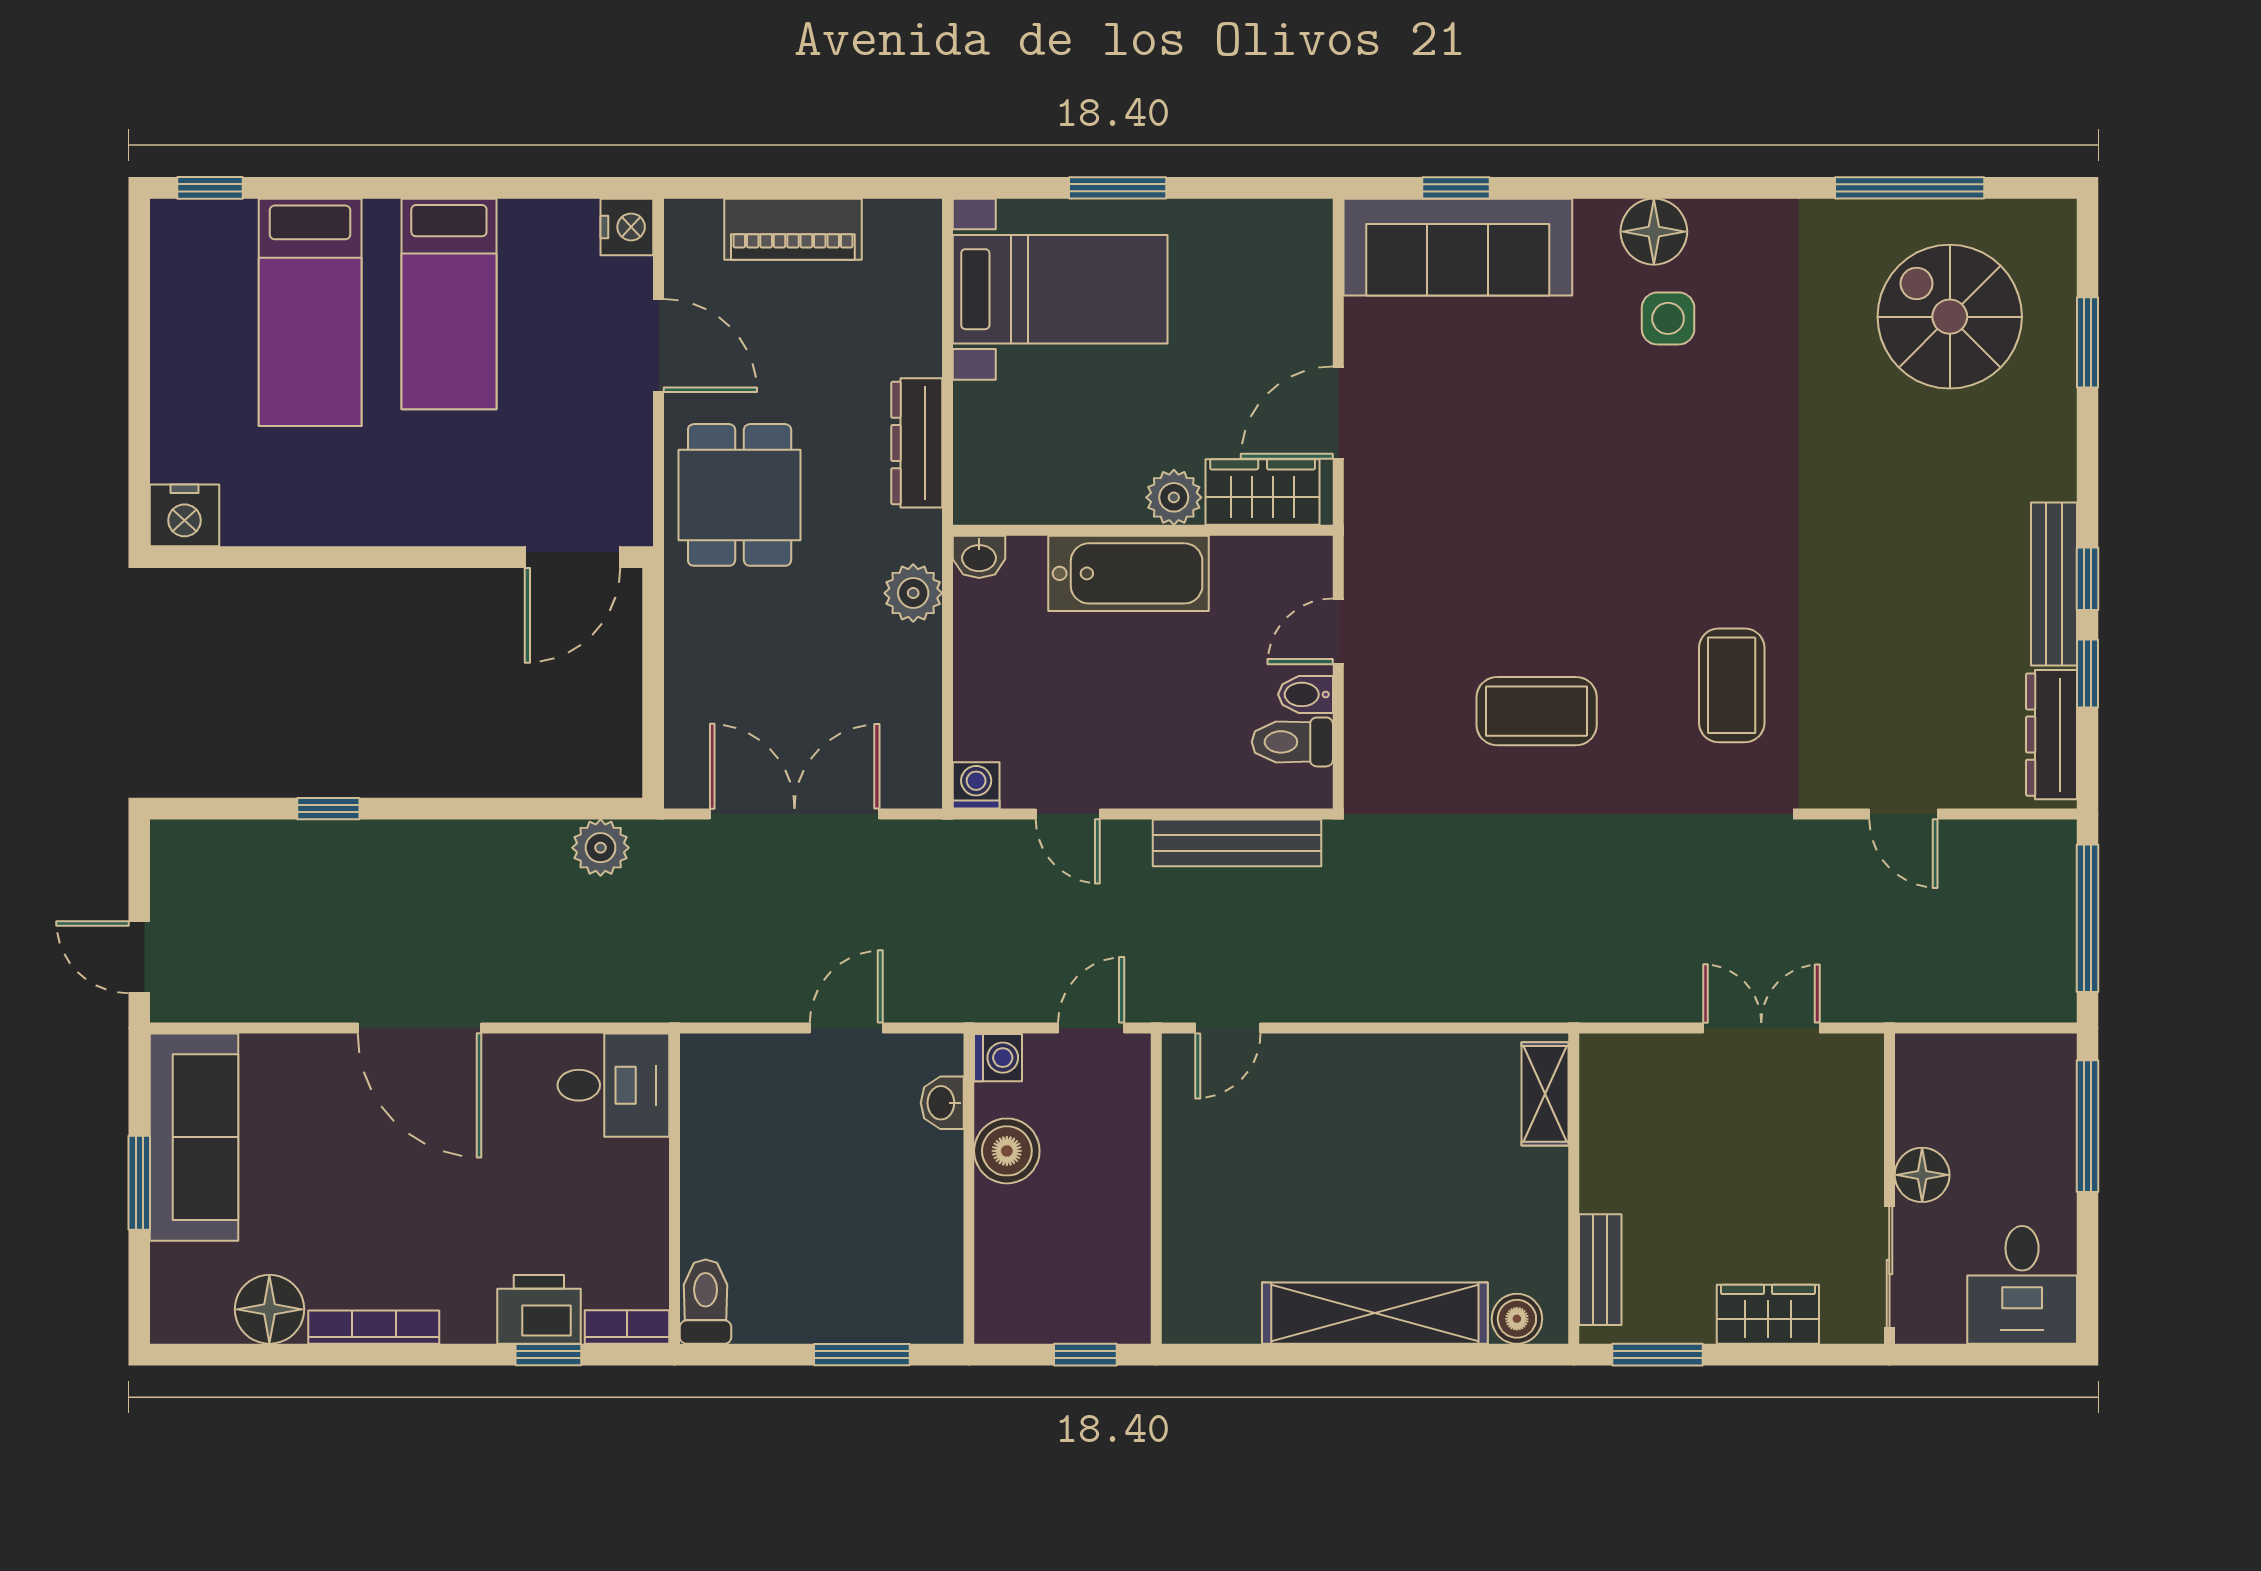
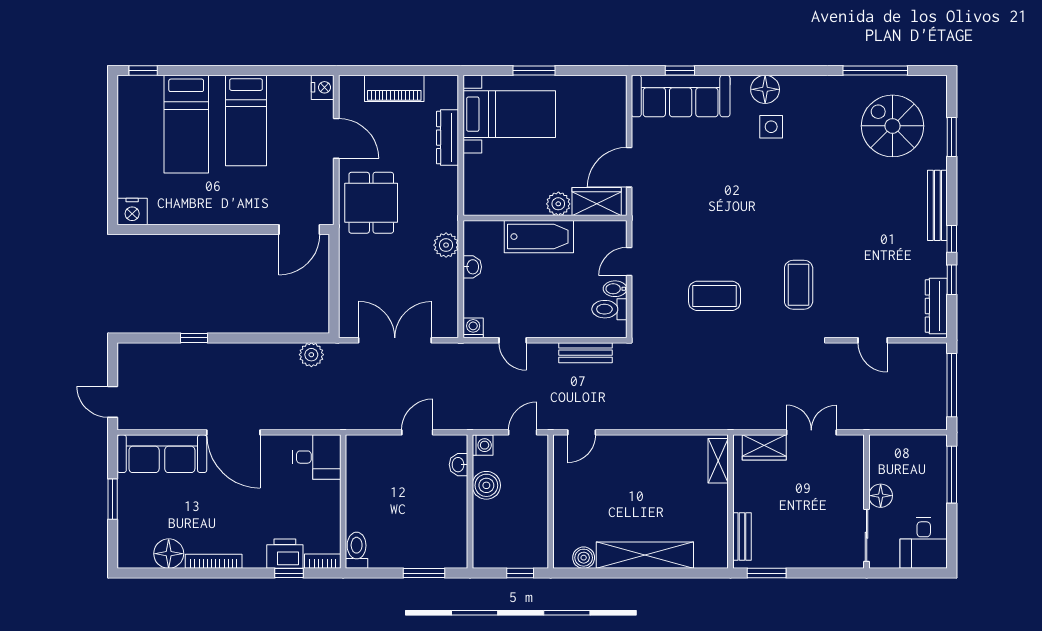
dresser: (917, 443) -> (448, 138), moved
washbasin: (979, 557) -> (472, 267), moved, turned -90
bench: (2054, 584) -> (937, 205), moved
bench: (1237, 843) -> (585, 353), width x0.73
sofa: (194, 1137) -> (162, 454), moved, turned 90
wardrobe: (1768, 1314) -> (764, 447), moved, turned 180
boiler: (1517, 1319) -> (584, 558), moved

